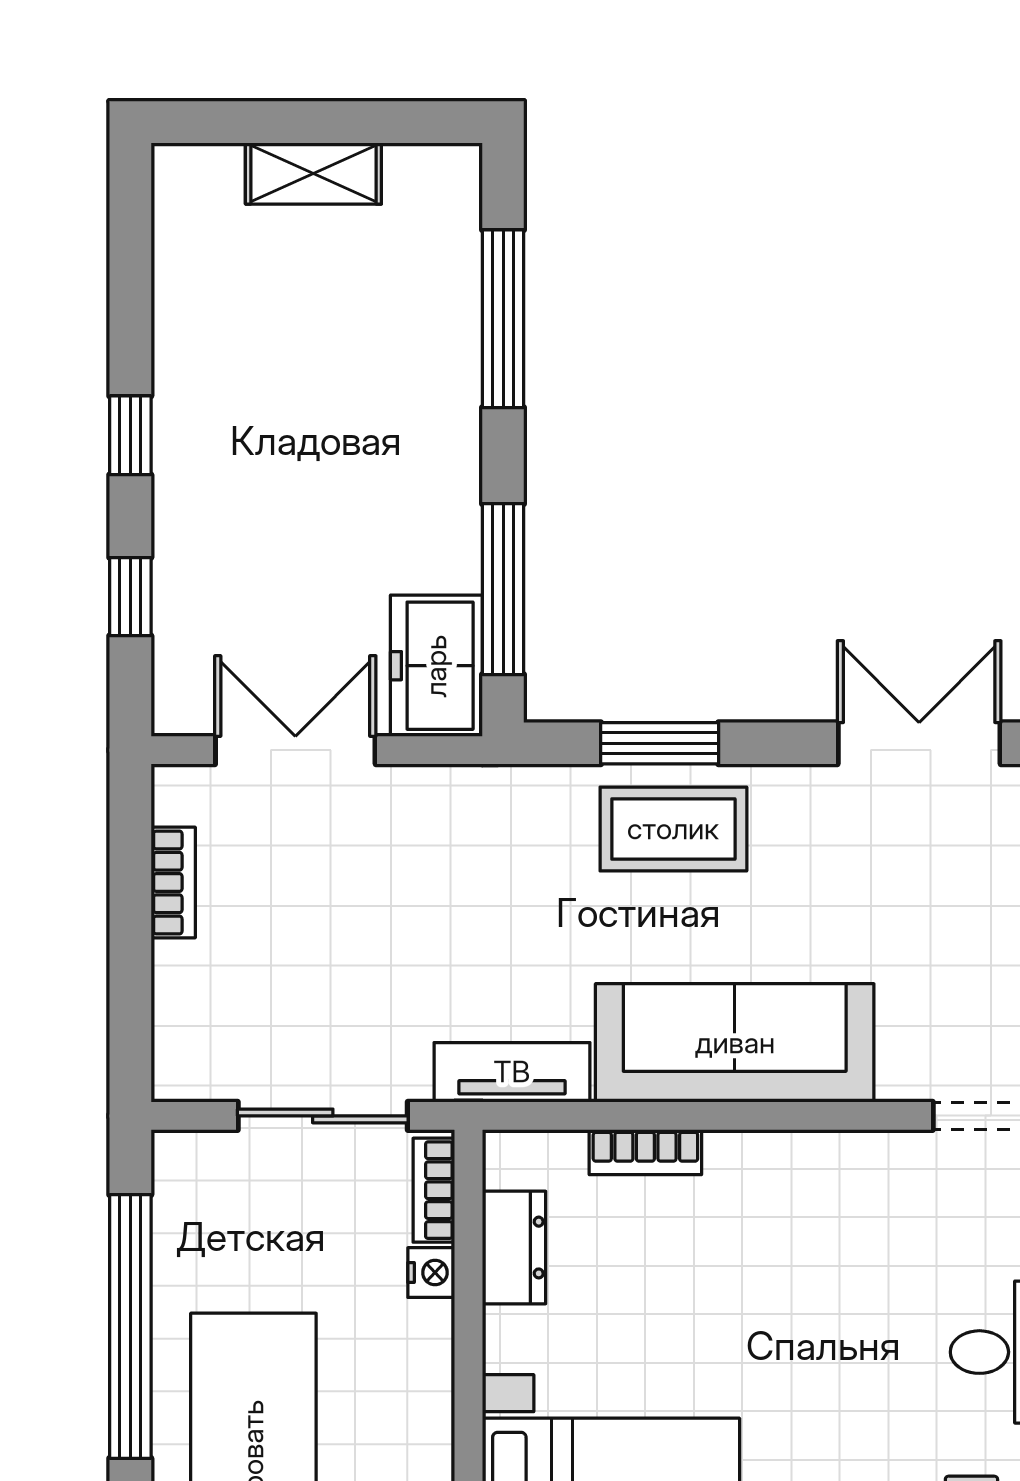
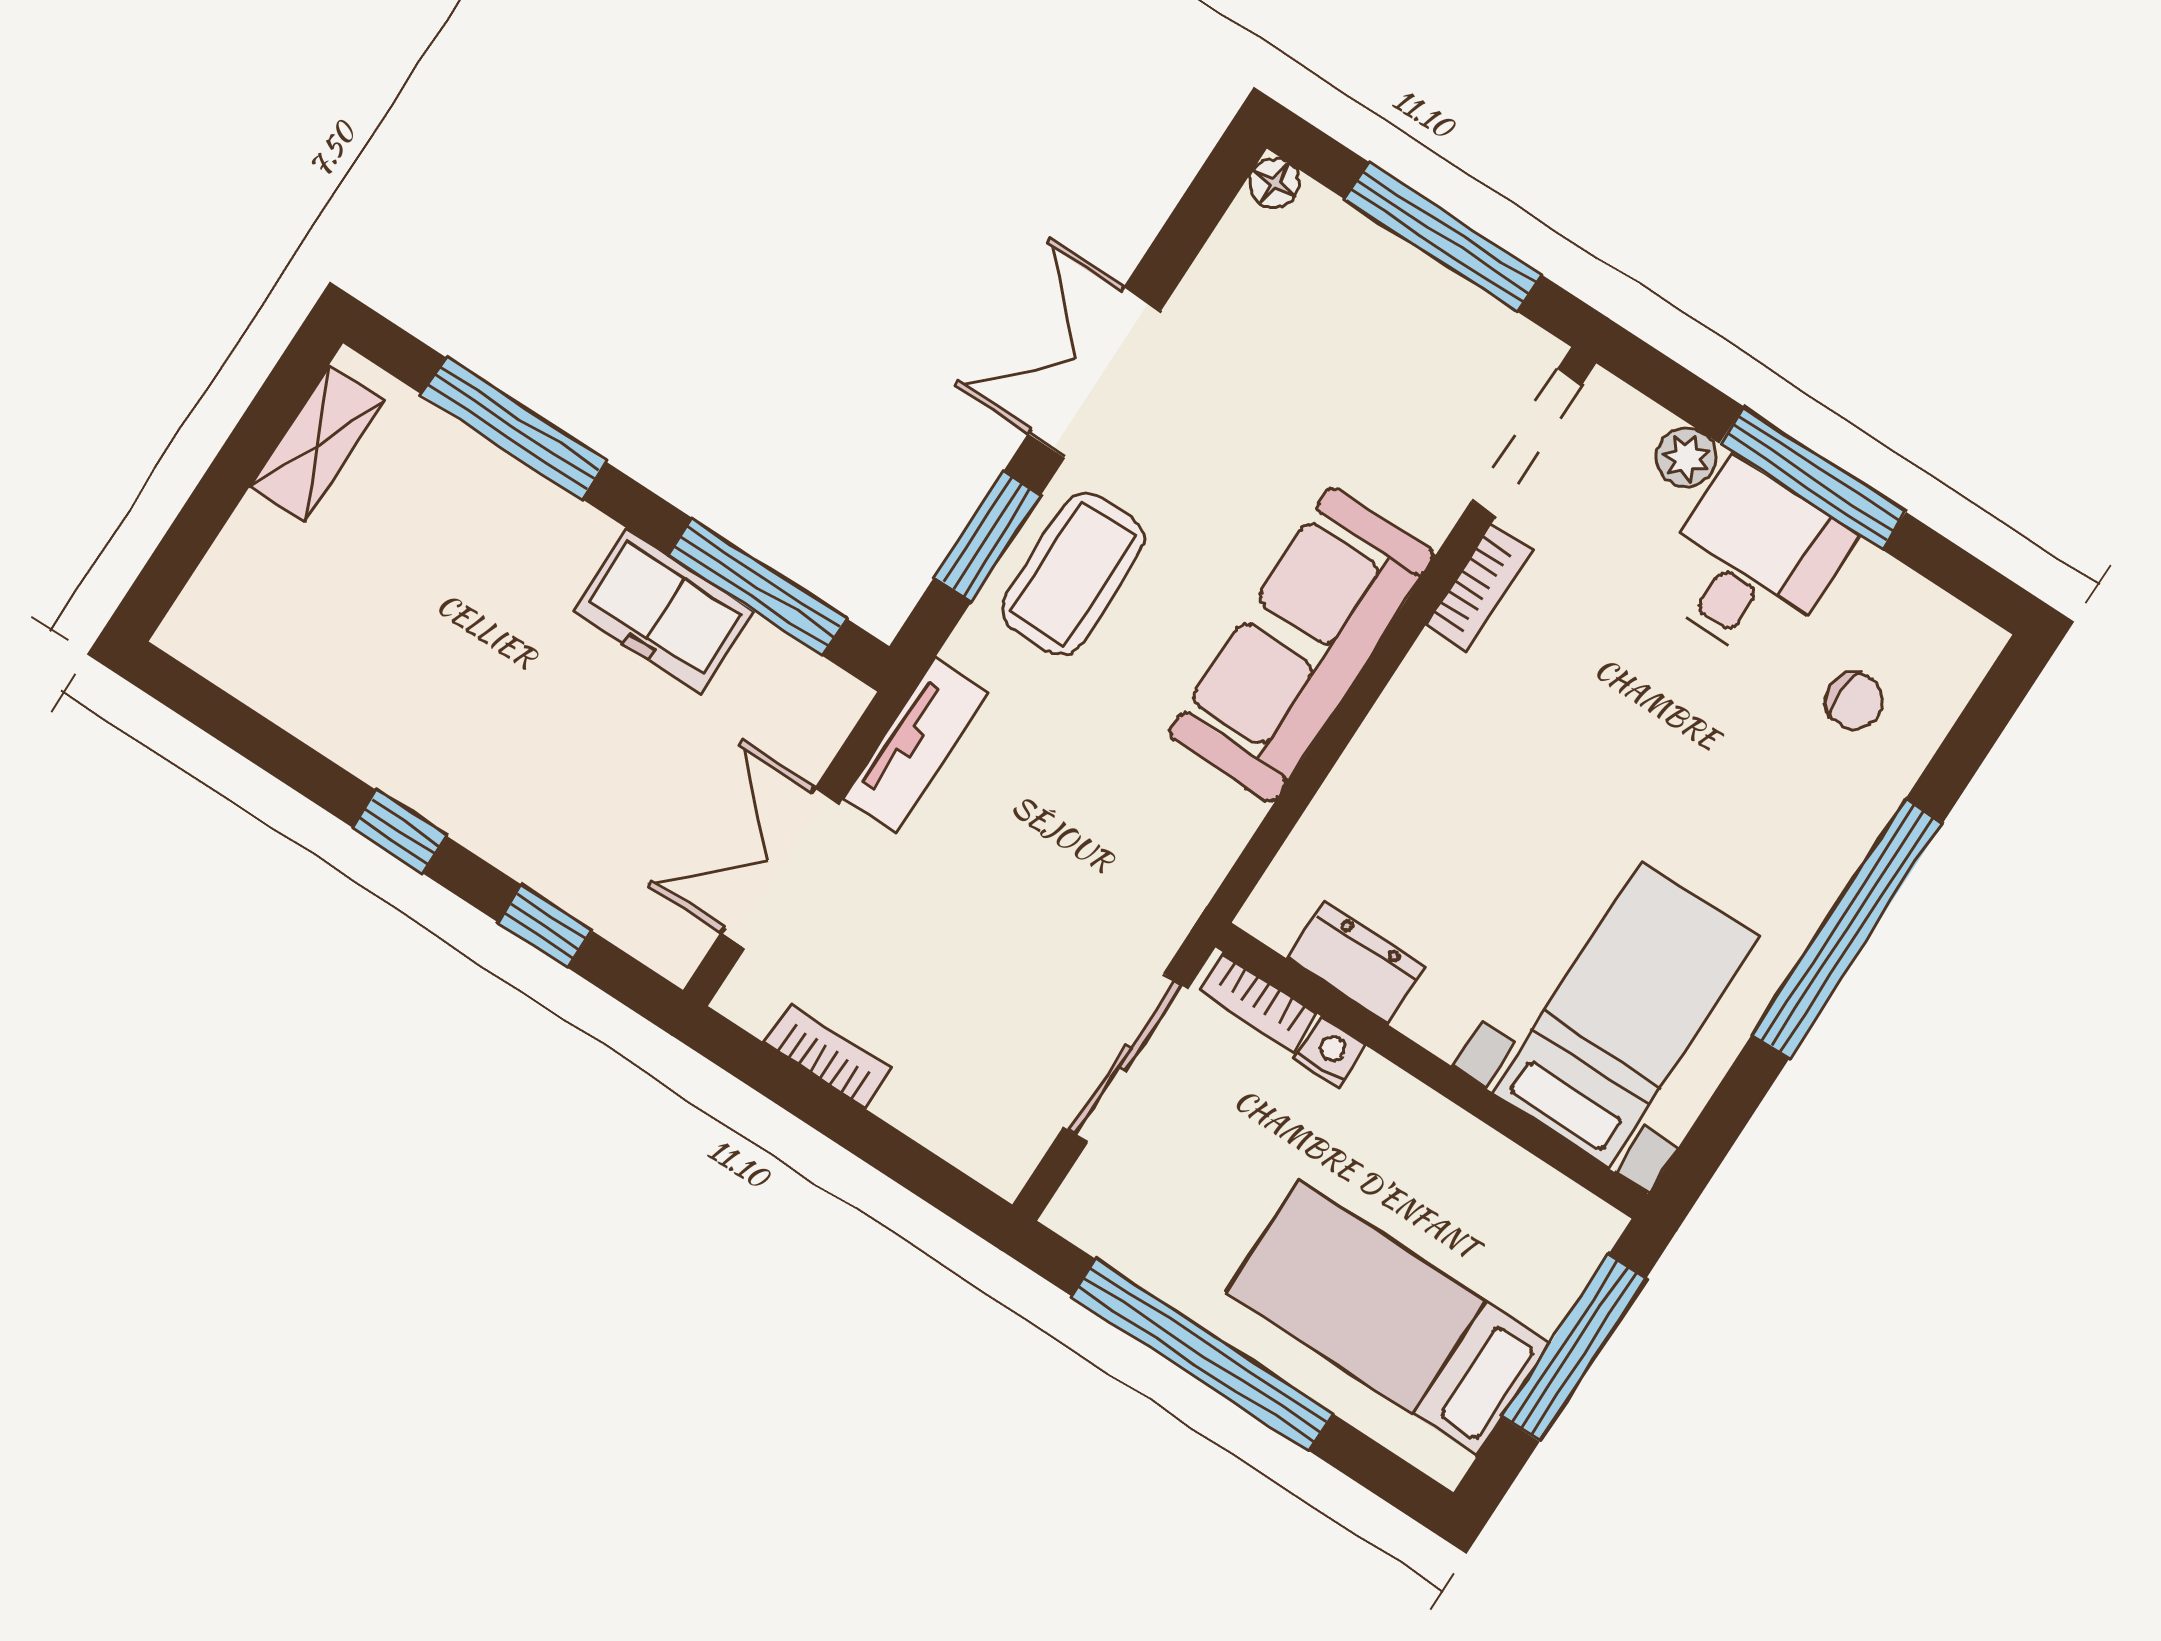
shelving: (313, 173) -> (317, 444), moved
freezer: (436, 666) -> (663, 611), moved
double door: (919, 743) -> (1094, 372), moved
tv unit: (512, 1072) -> (916, 745), moved, turned 180
bookcase: (645, 1152) -> (1479, 588), moved

